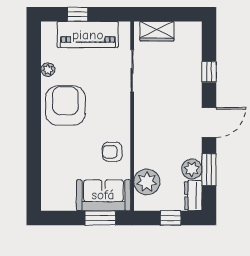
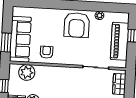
armchair: (65, 106) -> (77, 25), turned 90
sofa: (103, 195) -> (20, 39), width x1.36

